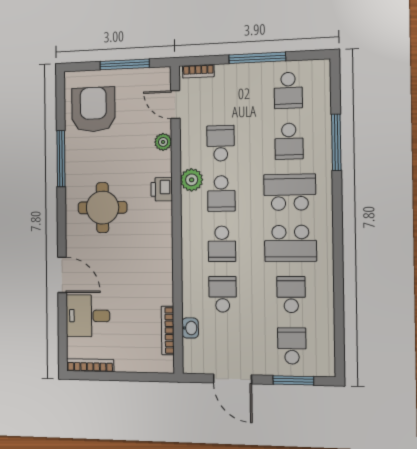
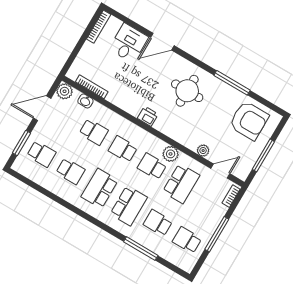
school desk: (221, 143) -> (181, 184), width x1.85
printer: (162, 189) -> (148, 116), moved
plant: (194, 362) -> (65, 91), added

